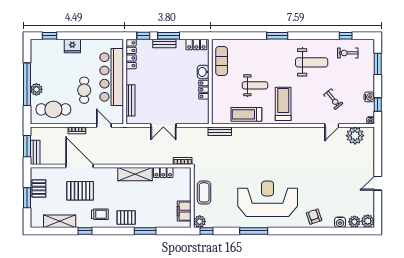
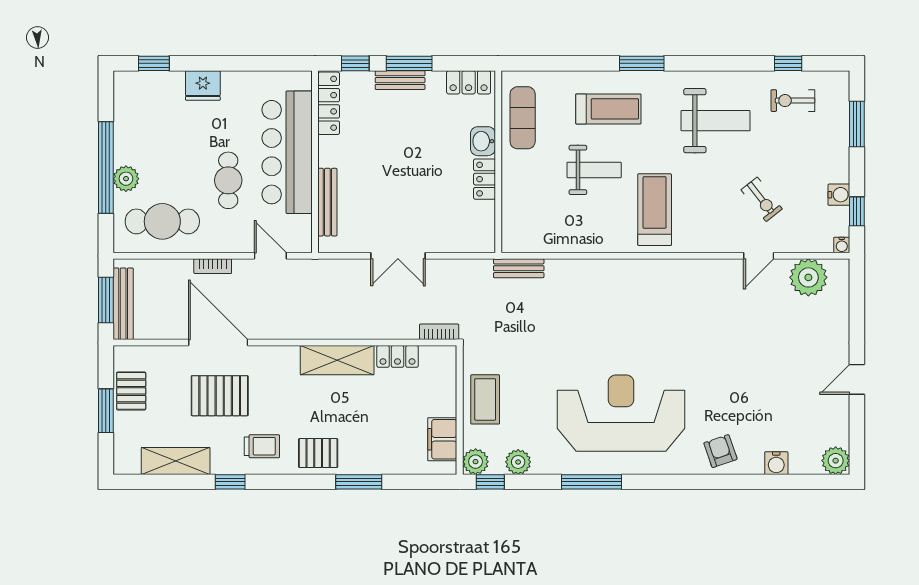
treadmill: (246, 114) -> (608, 109), moved, turned 180
bench: (35, 152) -> (123, 304), width x1.36
plant: (354, 222) -> (518, 462), moved

